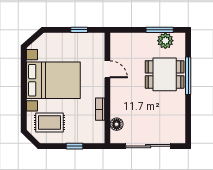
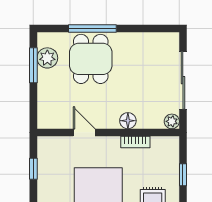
door: (107, 69) -> (84, 133), hinge flipped
floor lamp: (117, 124) -> (128, 121), moved
plant: (116, 137) -> (172, 121), added

